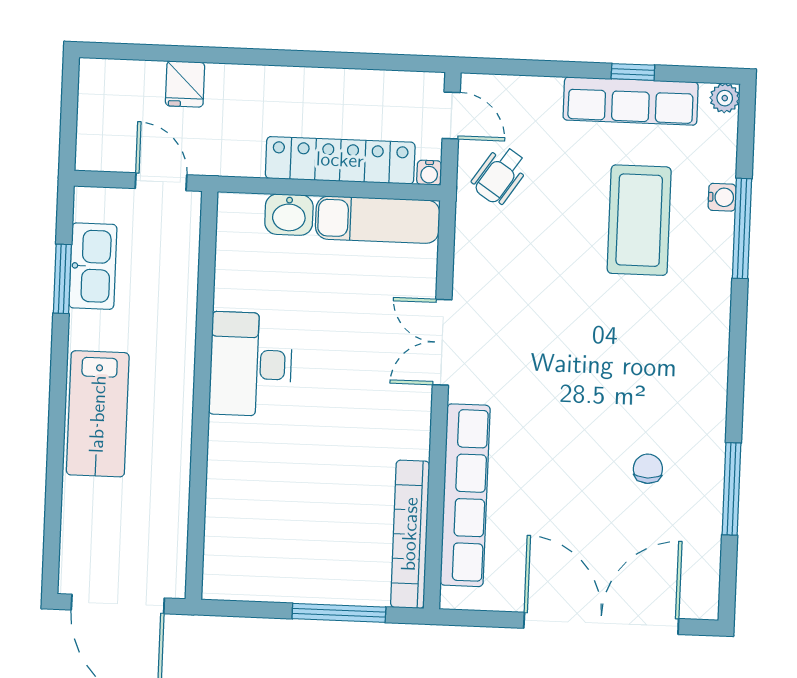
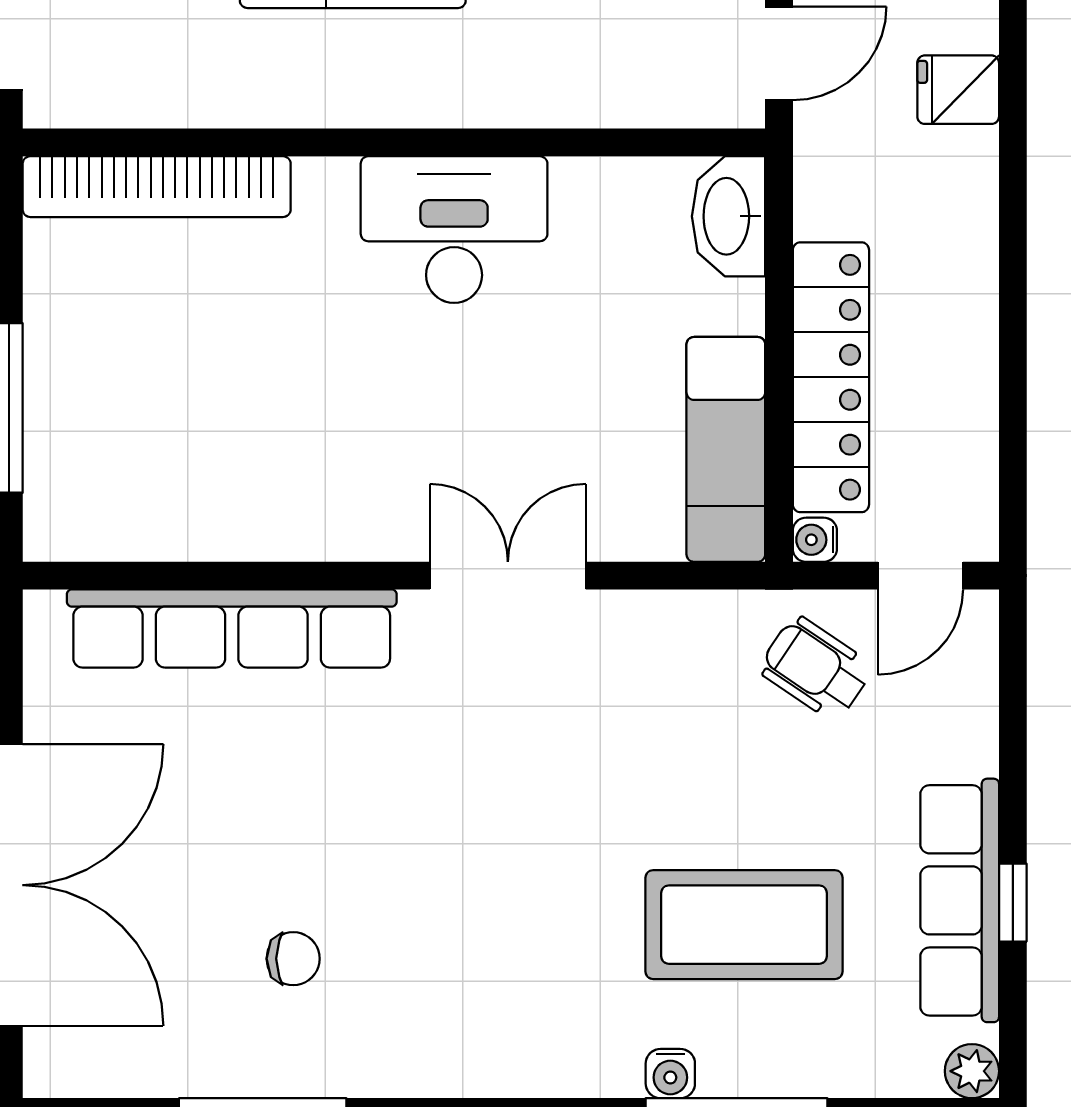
water cooler: (722, 197) -> (670, 1074), moved
washbasin: (289, 215) -> (729, 216), moved, width x1.38
bookcase: (410, 534) -> (157, 187), moved, turned 180

